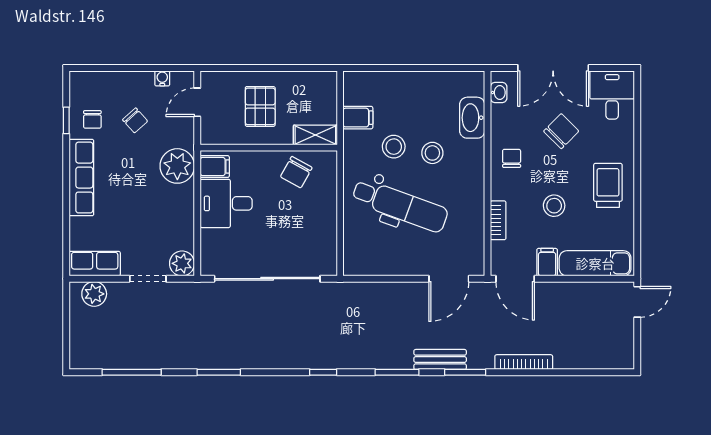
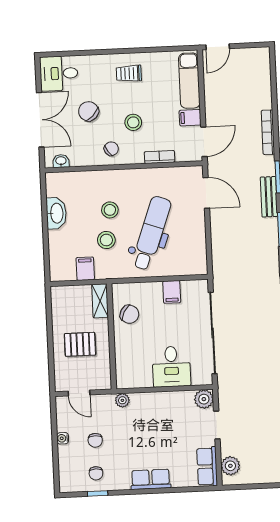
water cooler: (162, 78) -> (63, 438), moved
washbasin: (472, 118) -> (56, 213), moved, turned -90
chair: (92, 119) -> (96, 473), turned 90
chair: (135, 120) -> (95, 440), turned 132
chair: (512, 158) -> (111, 149), turned 144
plant: (177, 166) -> (122, 400), width x0.53, depth x0.53
filing cabinet: (215, 167) -> (172, 292), moved, turned 180
row of seats: (81, 178) -> (151, 479), width x0.68
trolley: (608, 185) -> (129, 73), width x0.73, depth x0.72
desk: (226, 203) -> (171, 367), moved
stool: (554, 206) -> (133, 122), moved
door: (637, 302) -> (218, 47), swing flipped

